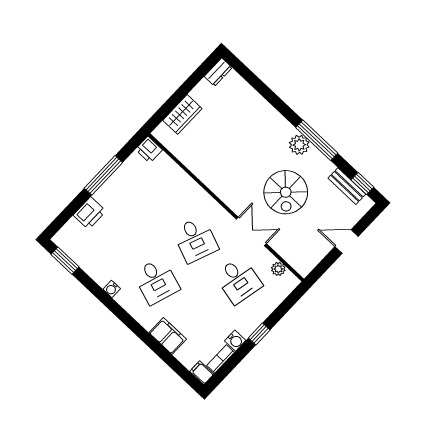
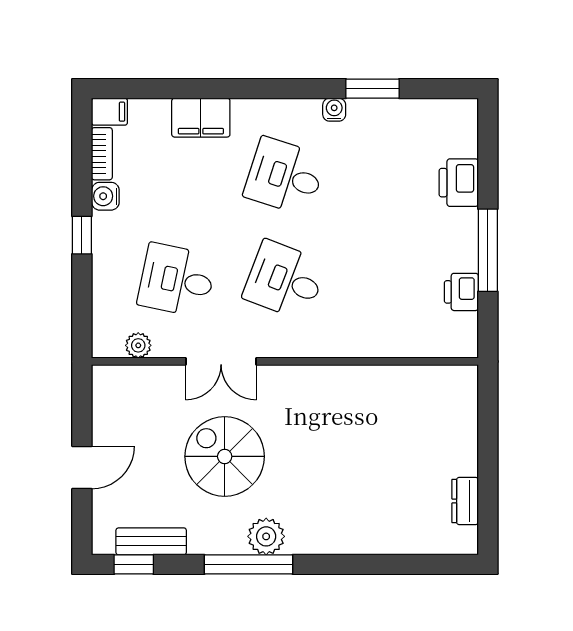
dresser: (218, 72) -> (465, 501), moved
wardrobe: (182, 114) -> (459, 430), removed
printer: (149, 150) -> (461, 292), moved, turned -90
window: (65, 261) -> (372, 89), moved

